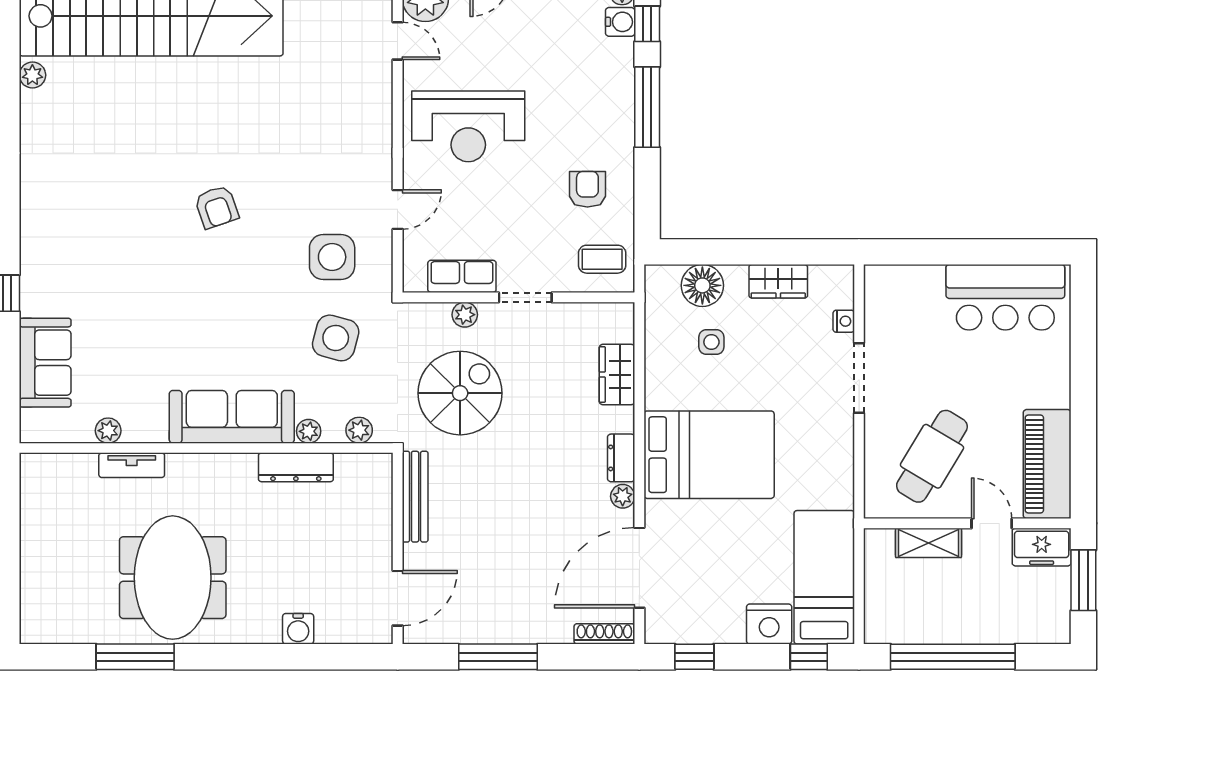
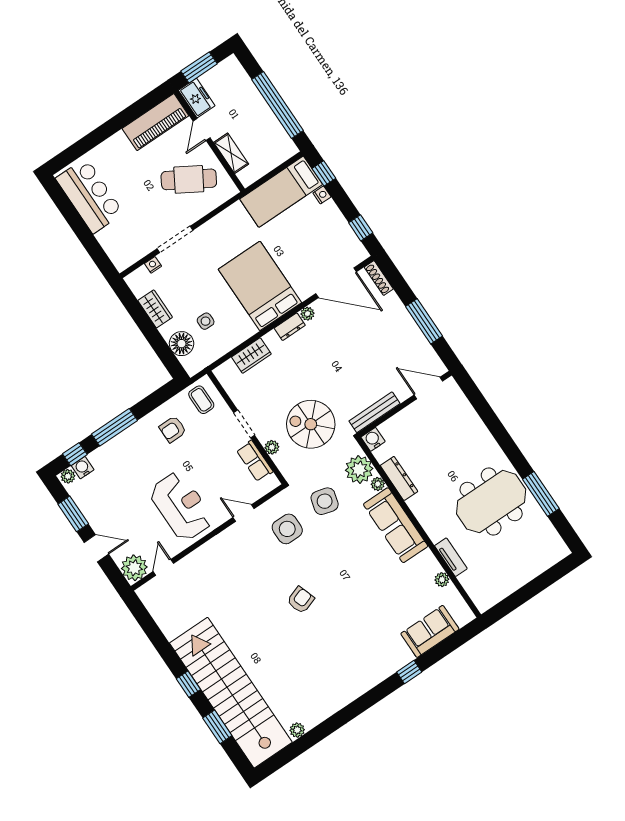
plant: (359, 430) -> (359, 469), width x1.88, depth x1.88
nightstand: (769, 624) -> (322, 195), width x0.53, depth x0.56
water cooler: (298, 629) -> (373, 439), moved, turned -90

